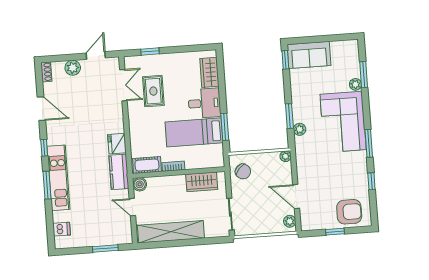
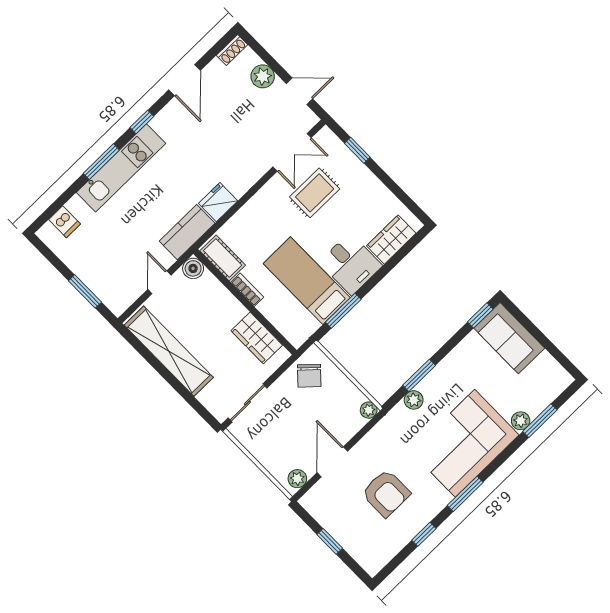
armchair: (349, 212) -> (386, 493), moved

